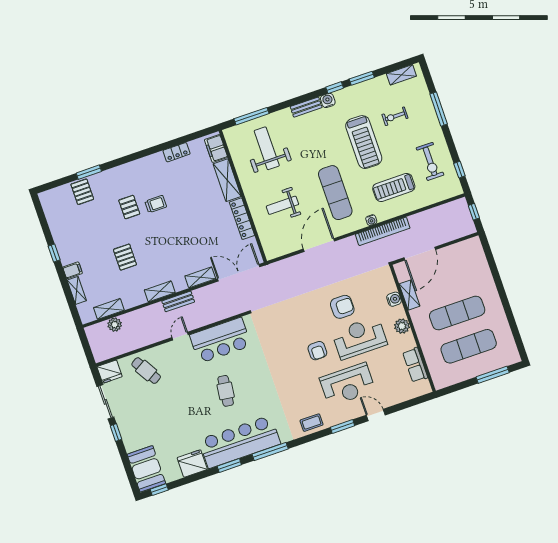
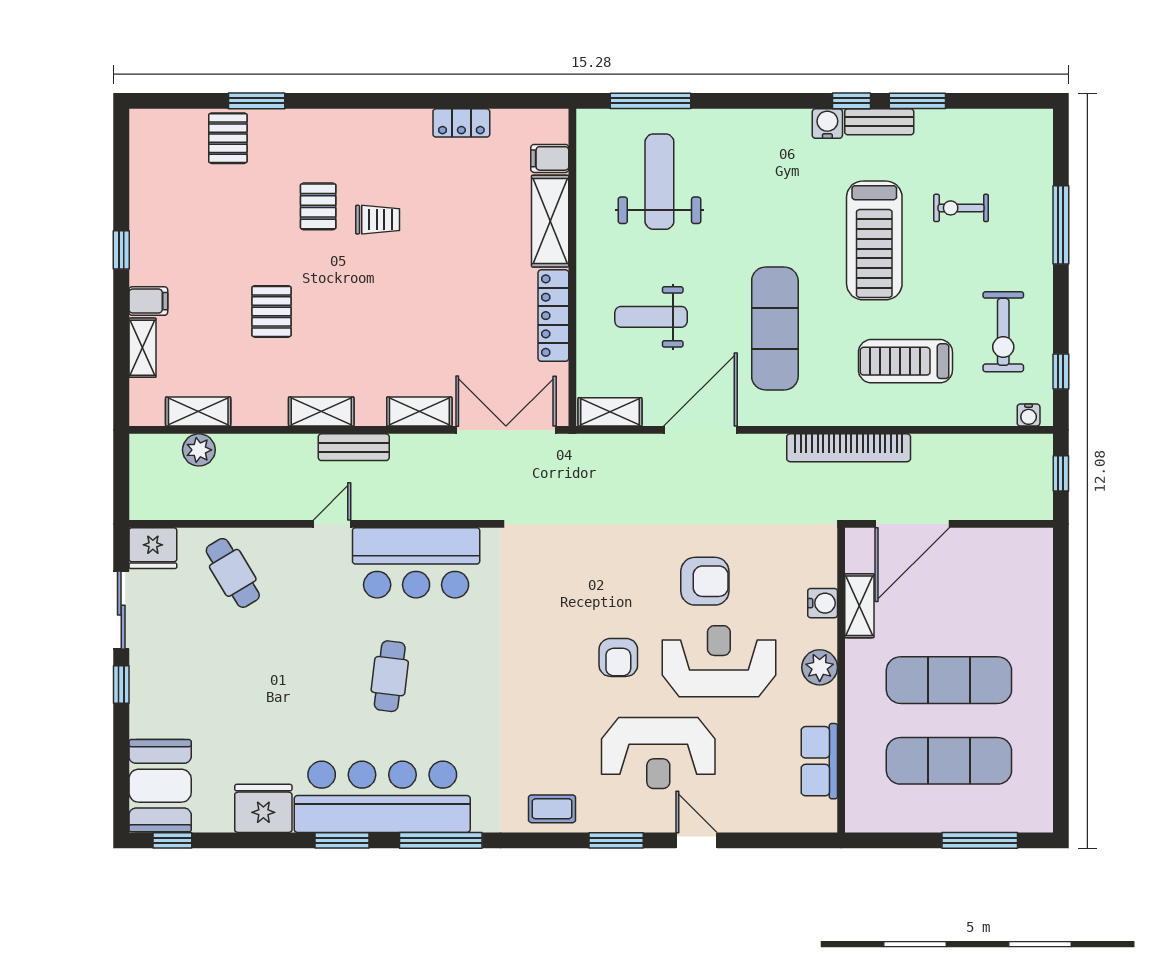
shelving: (401, 75) -> (610, 412), moved
bench: (306, 107) -> (879, 122), moved
filing cabinet: (216, 148) -> (550, 158), width x0.50
water cooler: (371, 220) -> (1029, 415), moved

